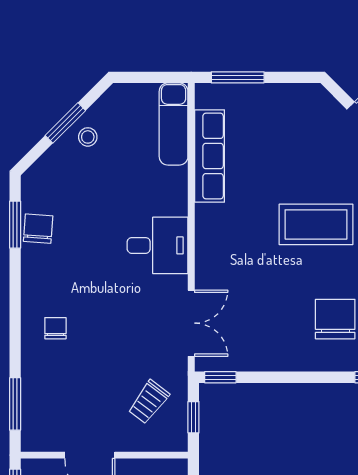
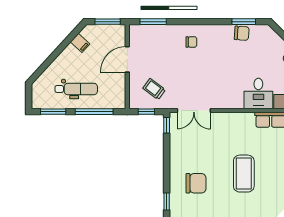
desk: (158, 245) -> (258, 94), moved

